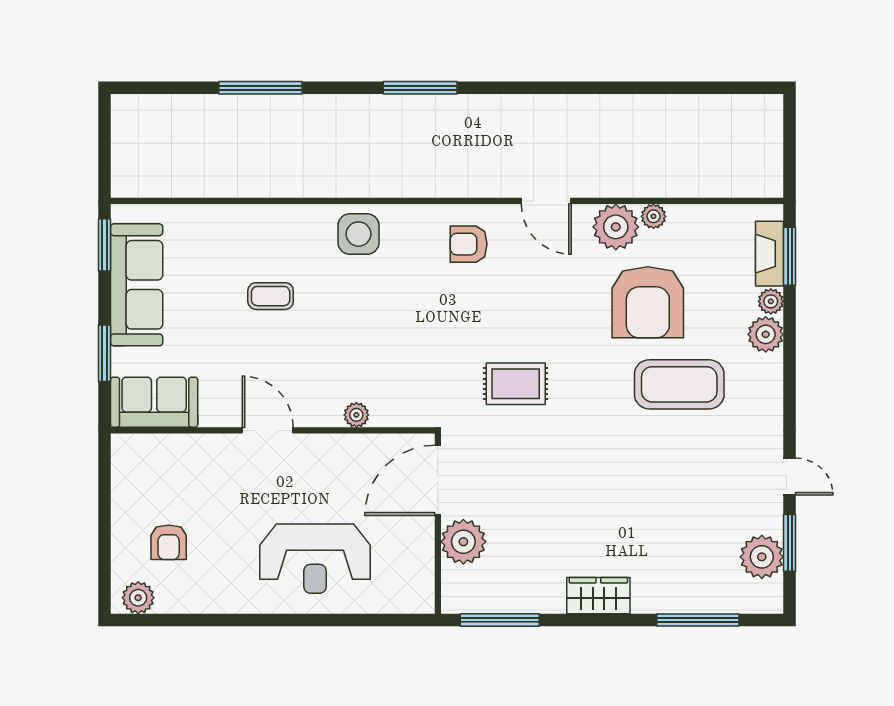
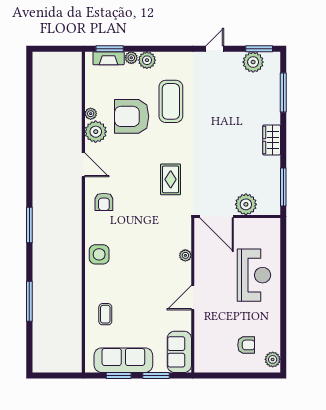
door: (546, 201) -> (83, 165), hinge flipped
window: (105, 245) -> (119, 376), moved
coffee table: (271, 296) -> (105, 314), moved
armchair: (648, 302) -> (132, 116), turned 180
window: (790, 543) -> (259, 49), moved

